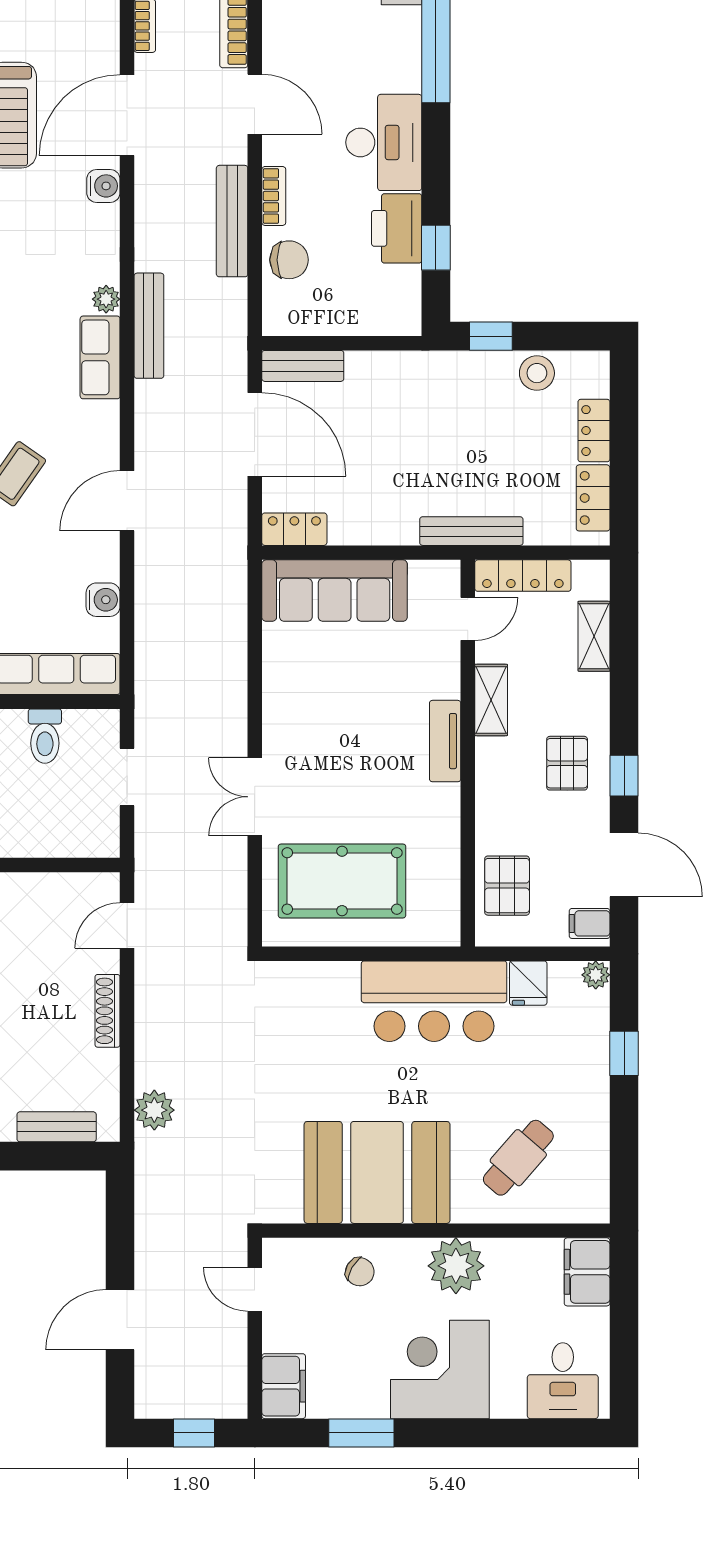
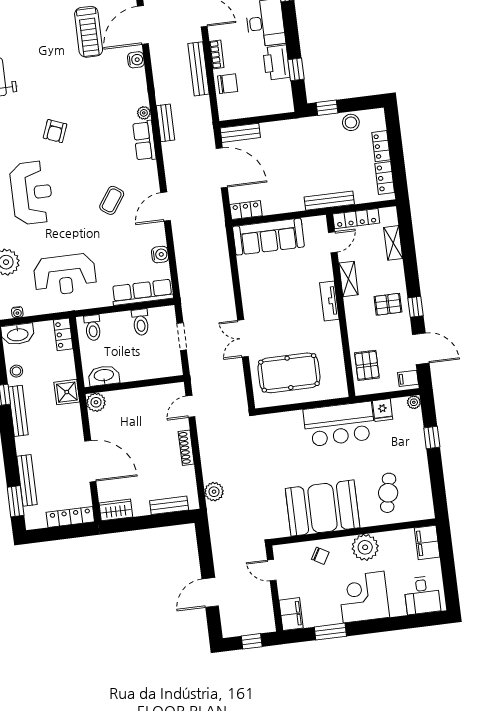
bench: (149, 326) -> (166, 123), width x0.73
pallet: (567, 763) -> (388, 304), turned 90
cafe table: (518, 1158) -> (388, 493), turned -30

